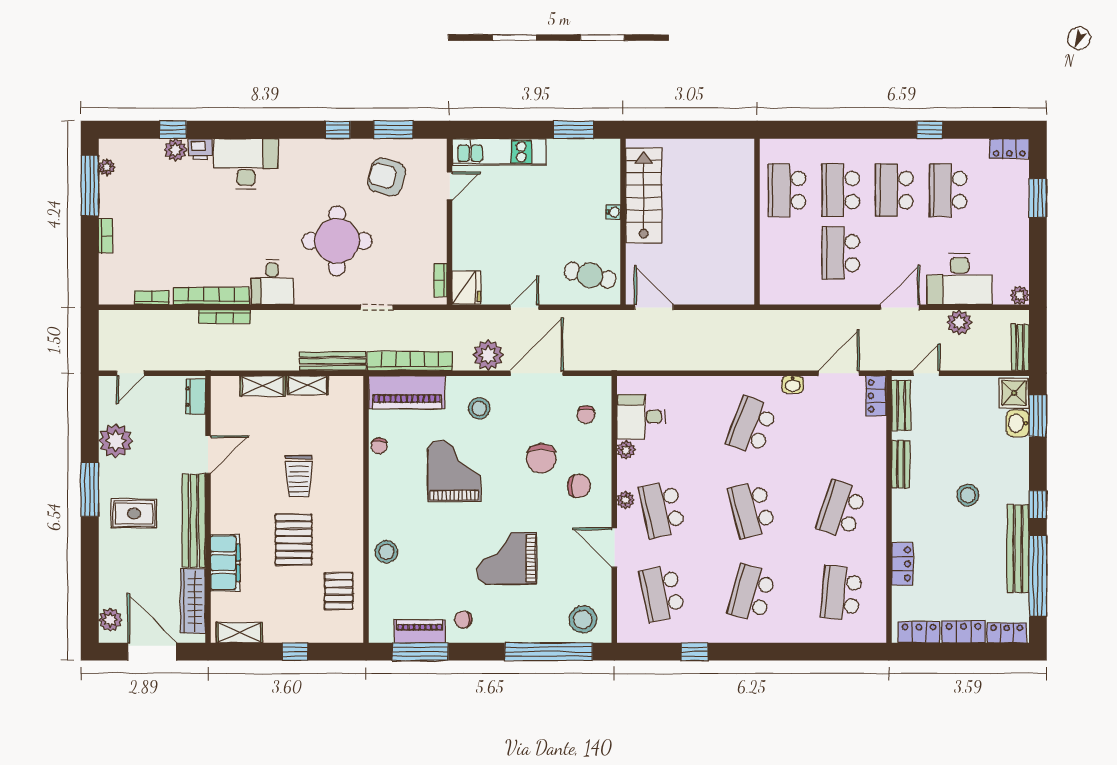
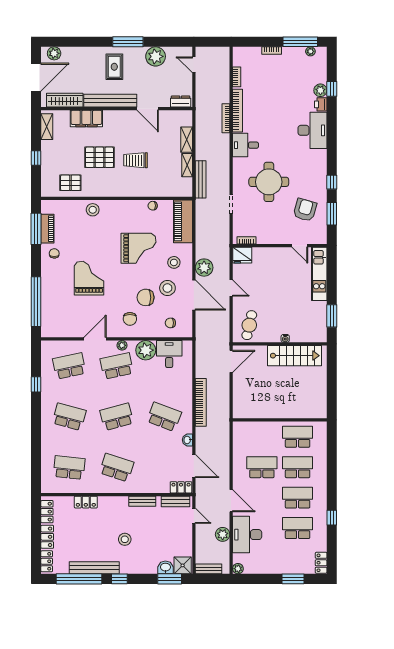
bookcase: (410, 361) -> (201, 402), moved
plant: (626, 450) -> (146, 350), width x1.88, depth x1.88
stool: (583, 620) -> (167, 288), moved

